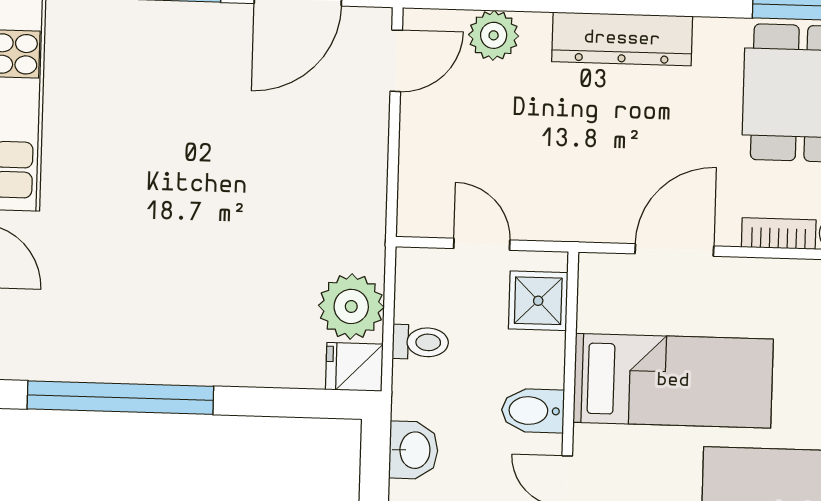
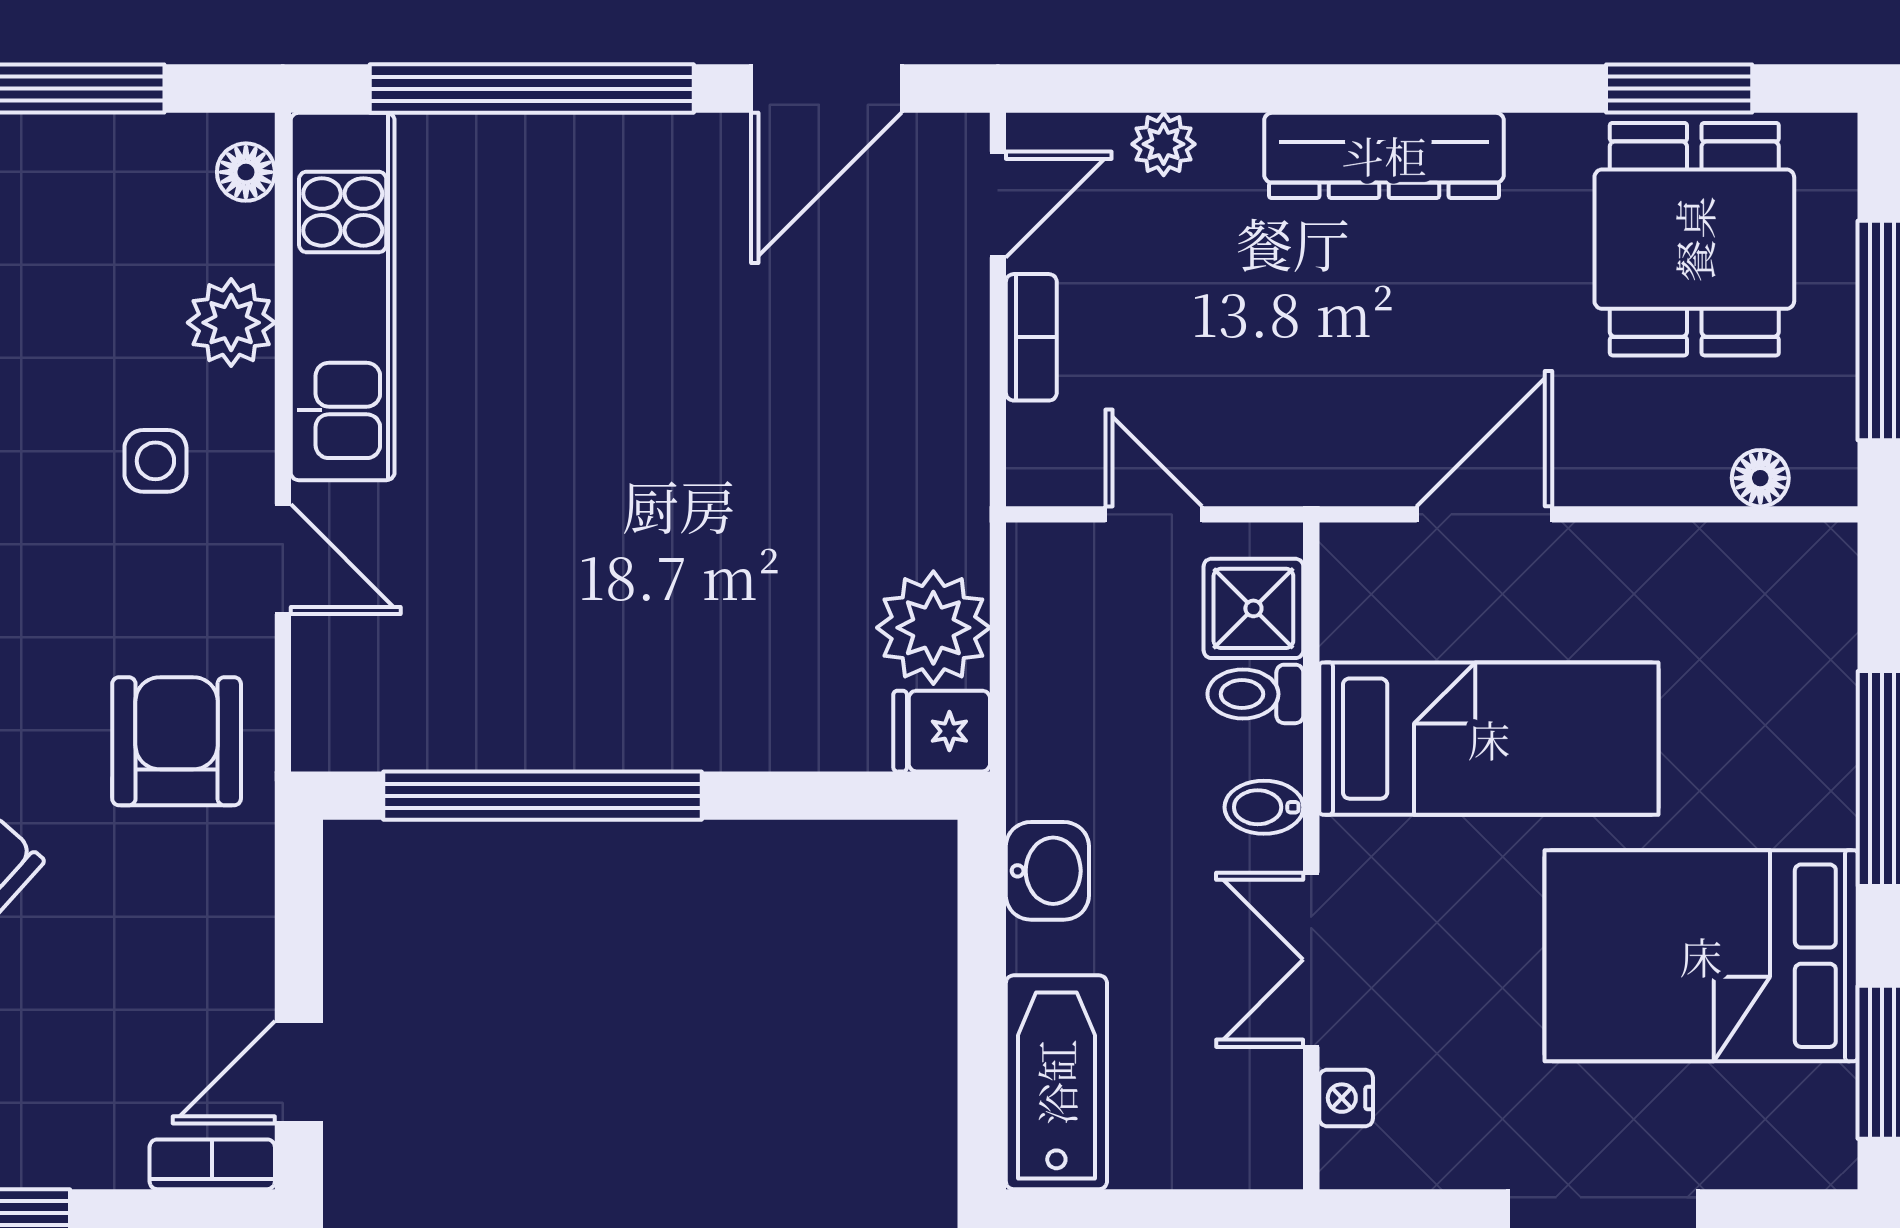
plant: (494, 35) -> (1164, 144), width x0.73, depth x0.73
bookcase: (779, 234) -> (1031, 337), moved, turned 90
toilet: (420, 342) -> (1255, 694), moved, turned 180
bidet: (533, 411) -> (1264, 807), width x0.72, depth x0.74

